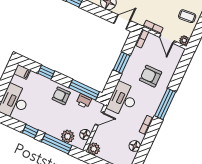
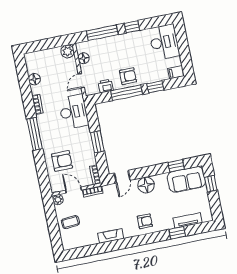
armchair: (151, 76) -> (62, 161), moved
window: (84, 90) -> (127, 93), moved
plant: (68, 136) -> (97, 46), removed

